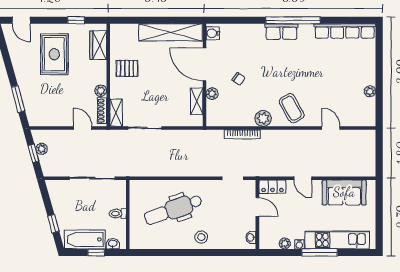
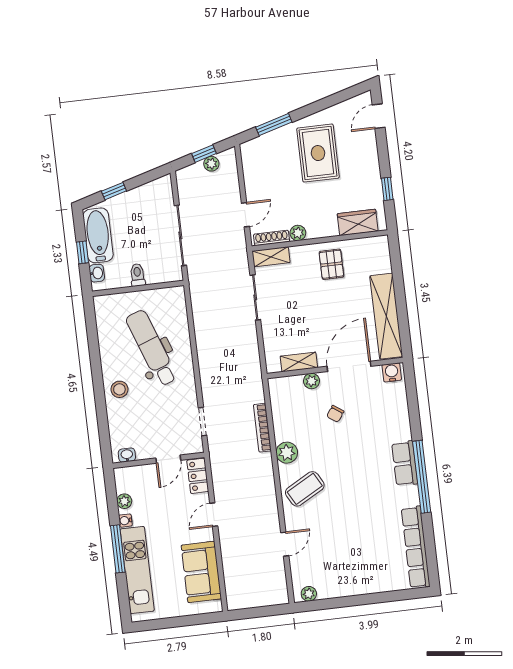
rug: (54, 54) -> (318, 153), moved, turned 90
plant: (370, 91) -> (309, 594), moved

